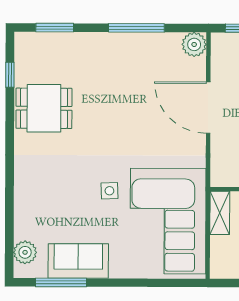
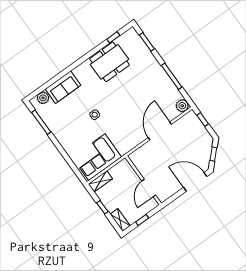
dining table: (44, 108) -> (109, 62), width x1.38
shelving: (220, 213) -> (100, 181), moved
corner sofa: (168, 221) -> (97, 157), width x0.73, depth x0.74
sofa: (78, 261) -> (63, 87), moved, turned 90

